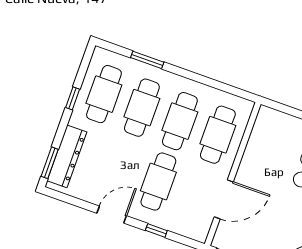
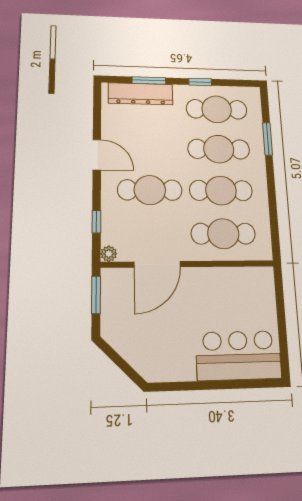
window: (50, 163) -> (149, 80), moved
door: (224, 199) -> (157, 264), hinge flipped
window: (156, 230) -> (96, 222), moved
plant: (201, 235) -> (109, 254), added

